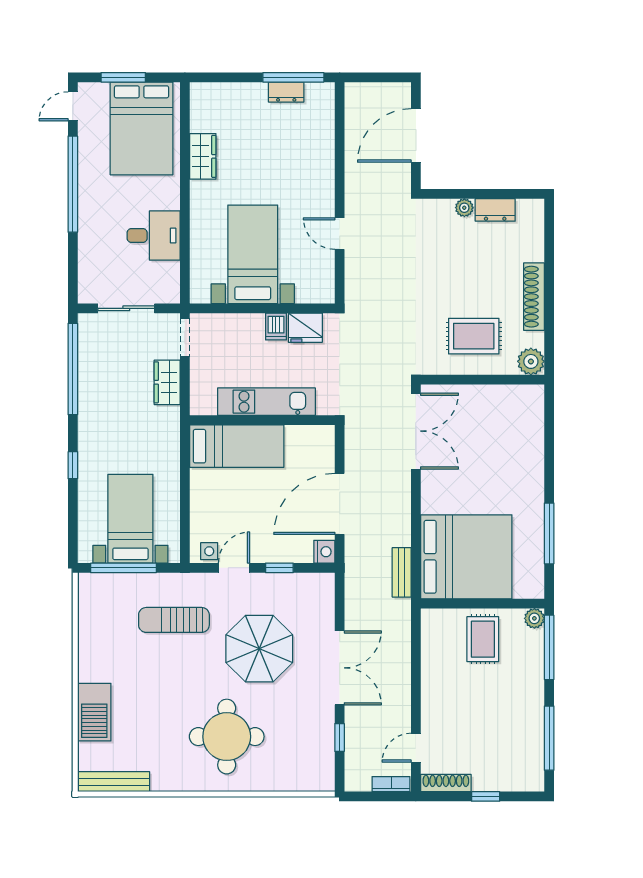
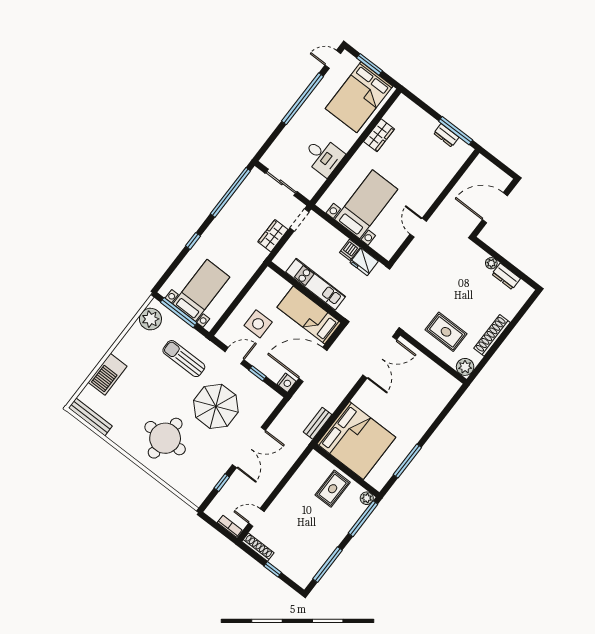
bed: (237, 446) -> (309, 315), moved, turned 180
side table: (209, 551) -> (258, 324), moved, width x1.87, depth x1.87
plant: (95, 603) -> (150, 319), added

